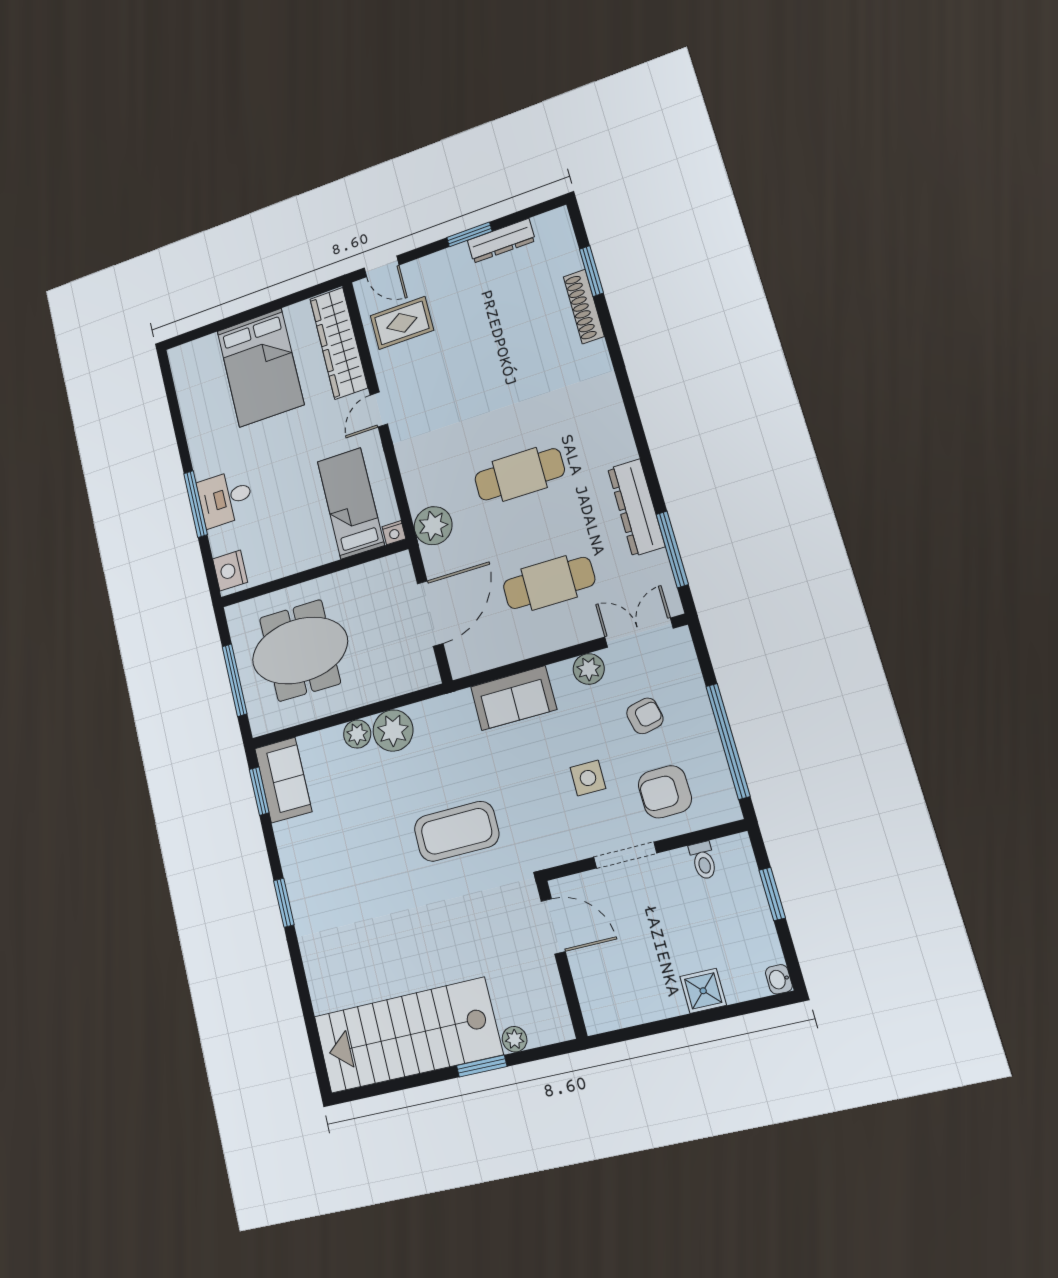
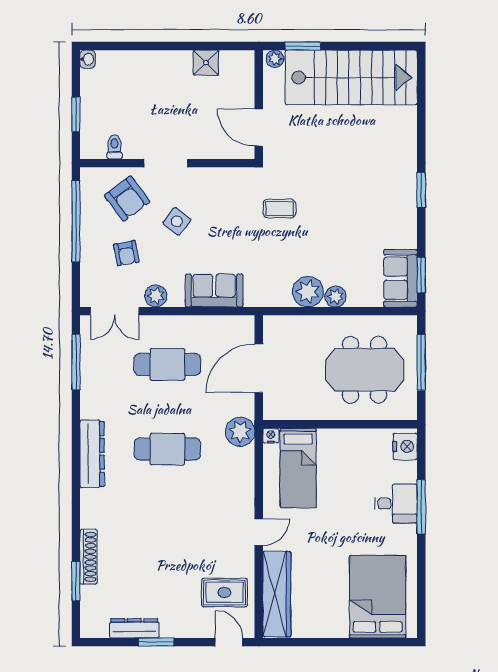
bed: (260, 368) -> (378, 597), moved
dresser: (636, 508) -> (92, 454), moved
armchair: (645, 716) -> (126, 253), turned -89
side table: (588, 778) -> (177, 221), turned 38
armchair: (665, 792) -> (127, 198), turned 54
coffee table: (457, 831) -> (279, 209), width x0.54, depth x0.58
door: (553, 926) -> (259, 128), moved
wall: (562, 959) -> (259, 105), moved
shower: (703, 991) -> (206, 63), moved

